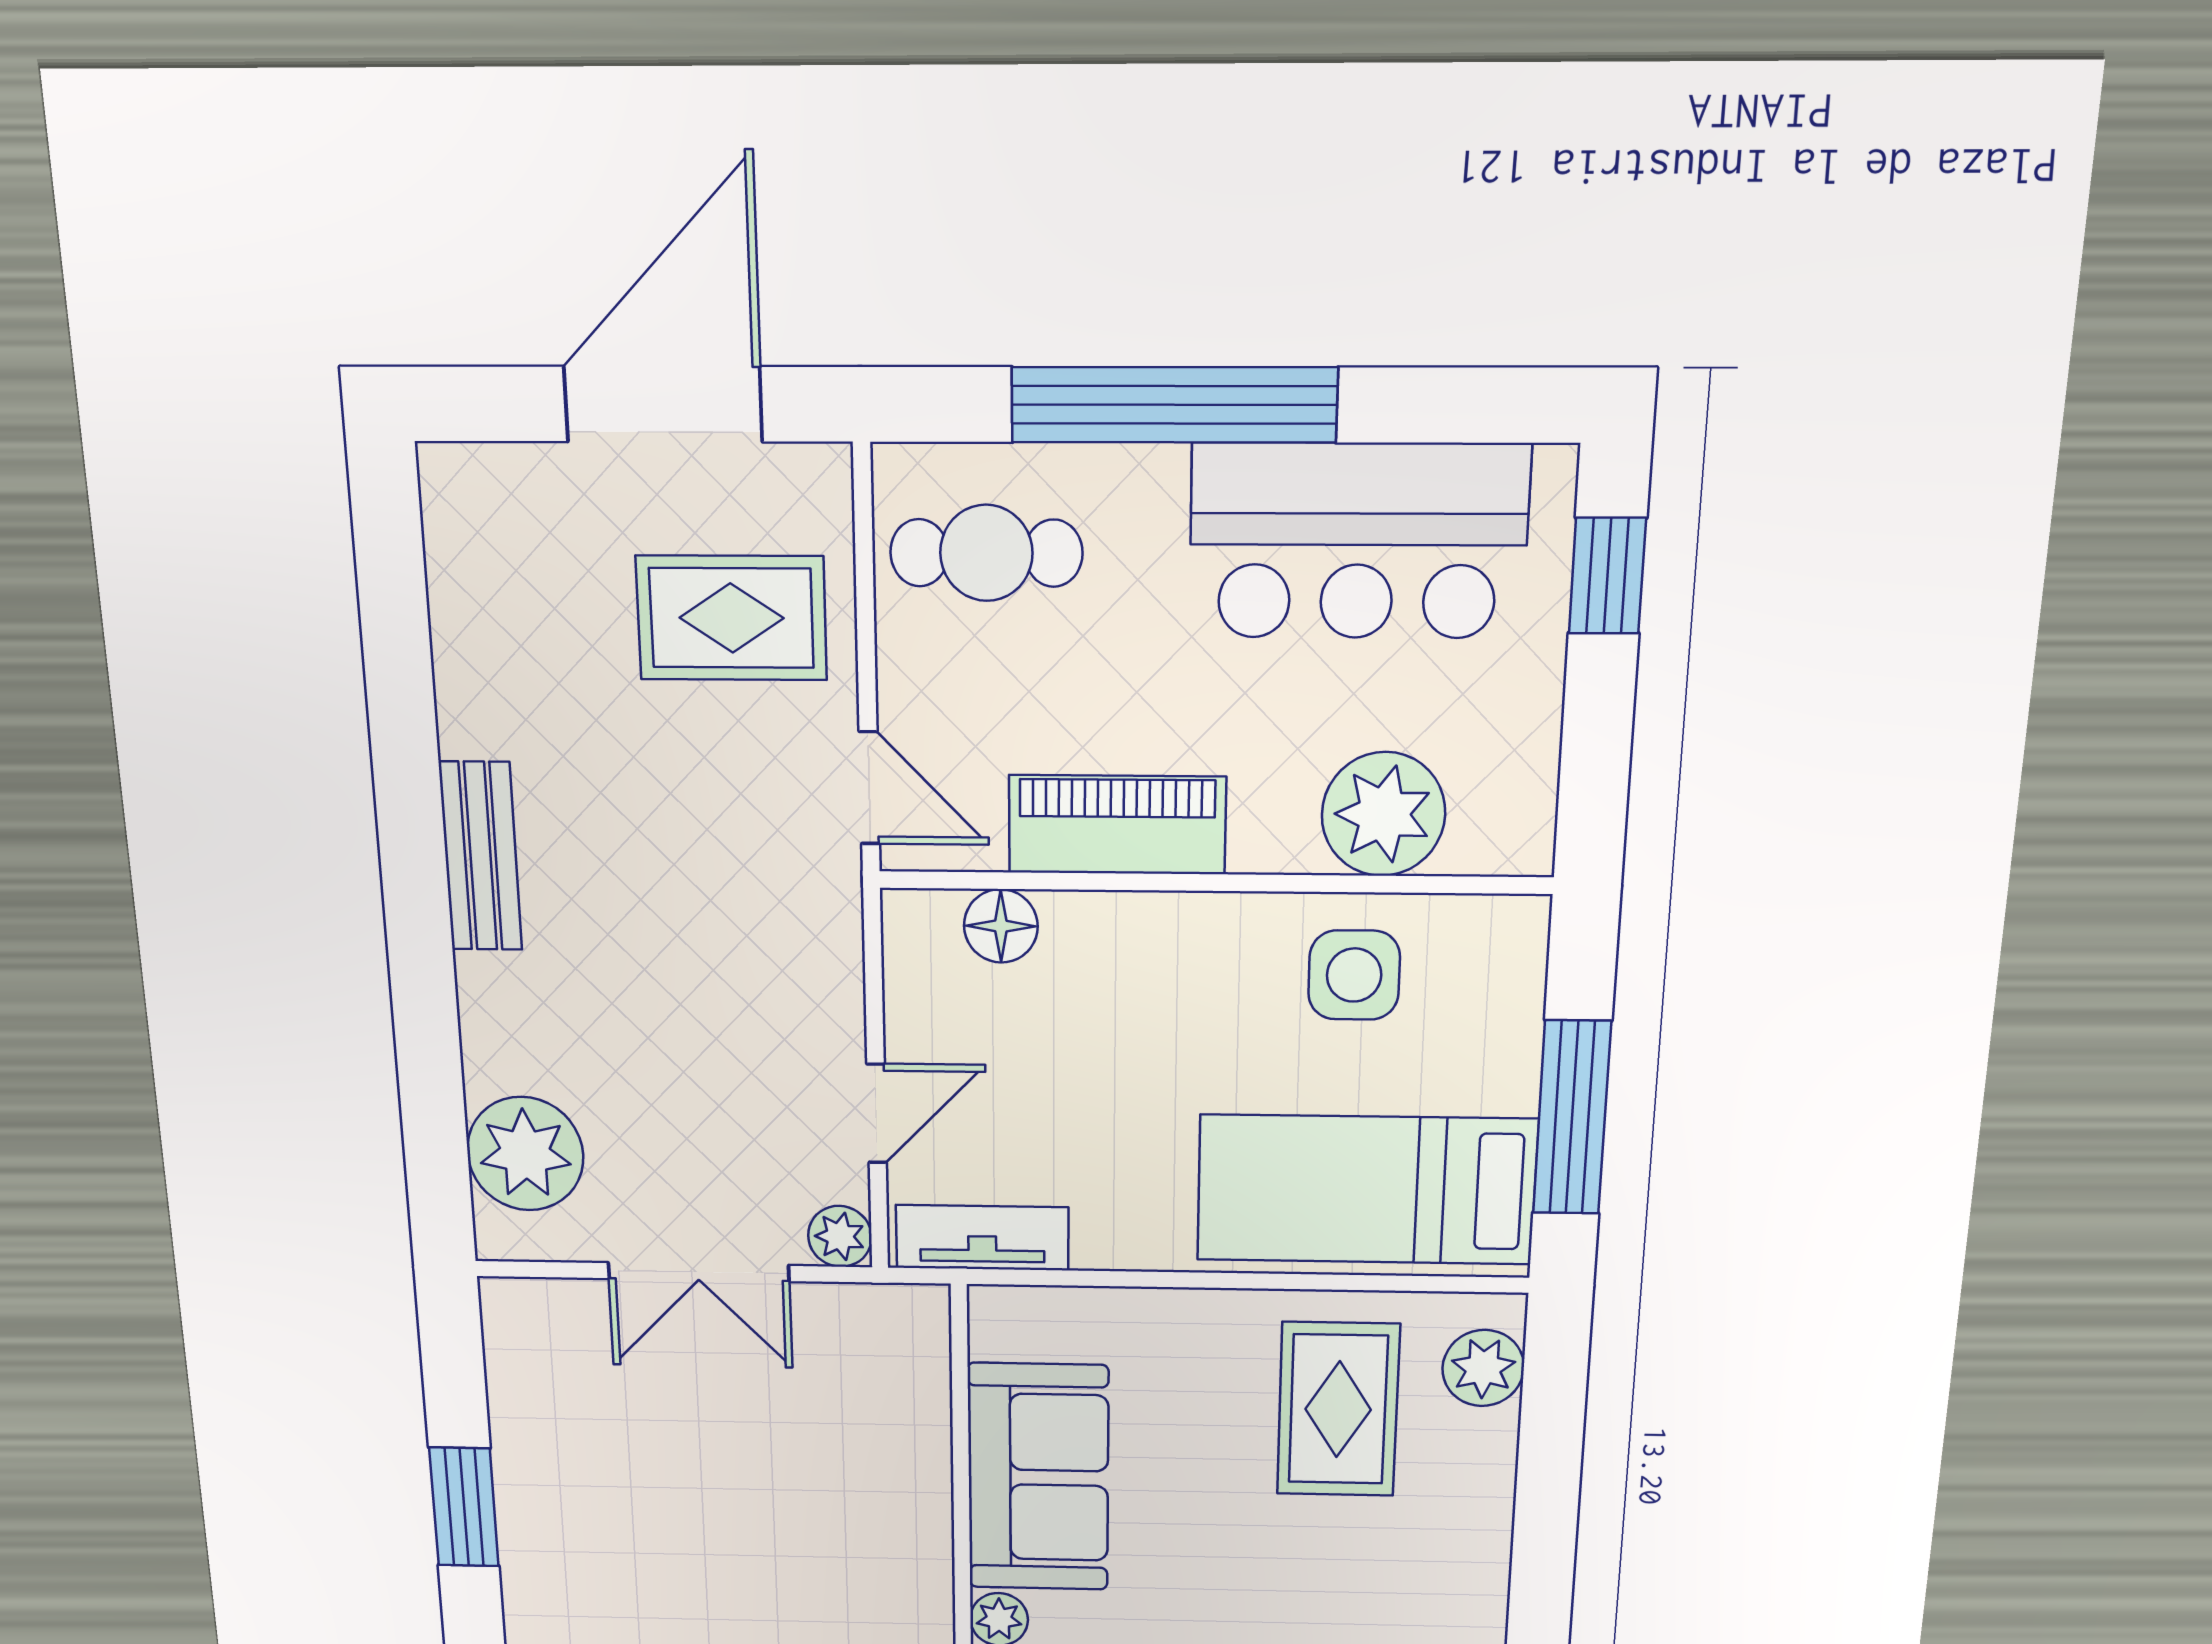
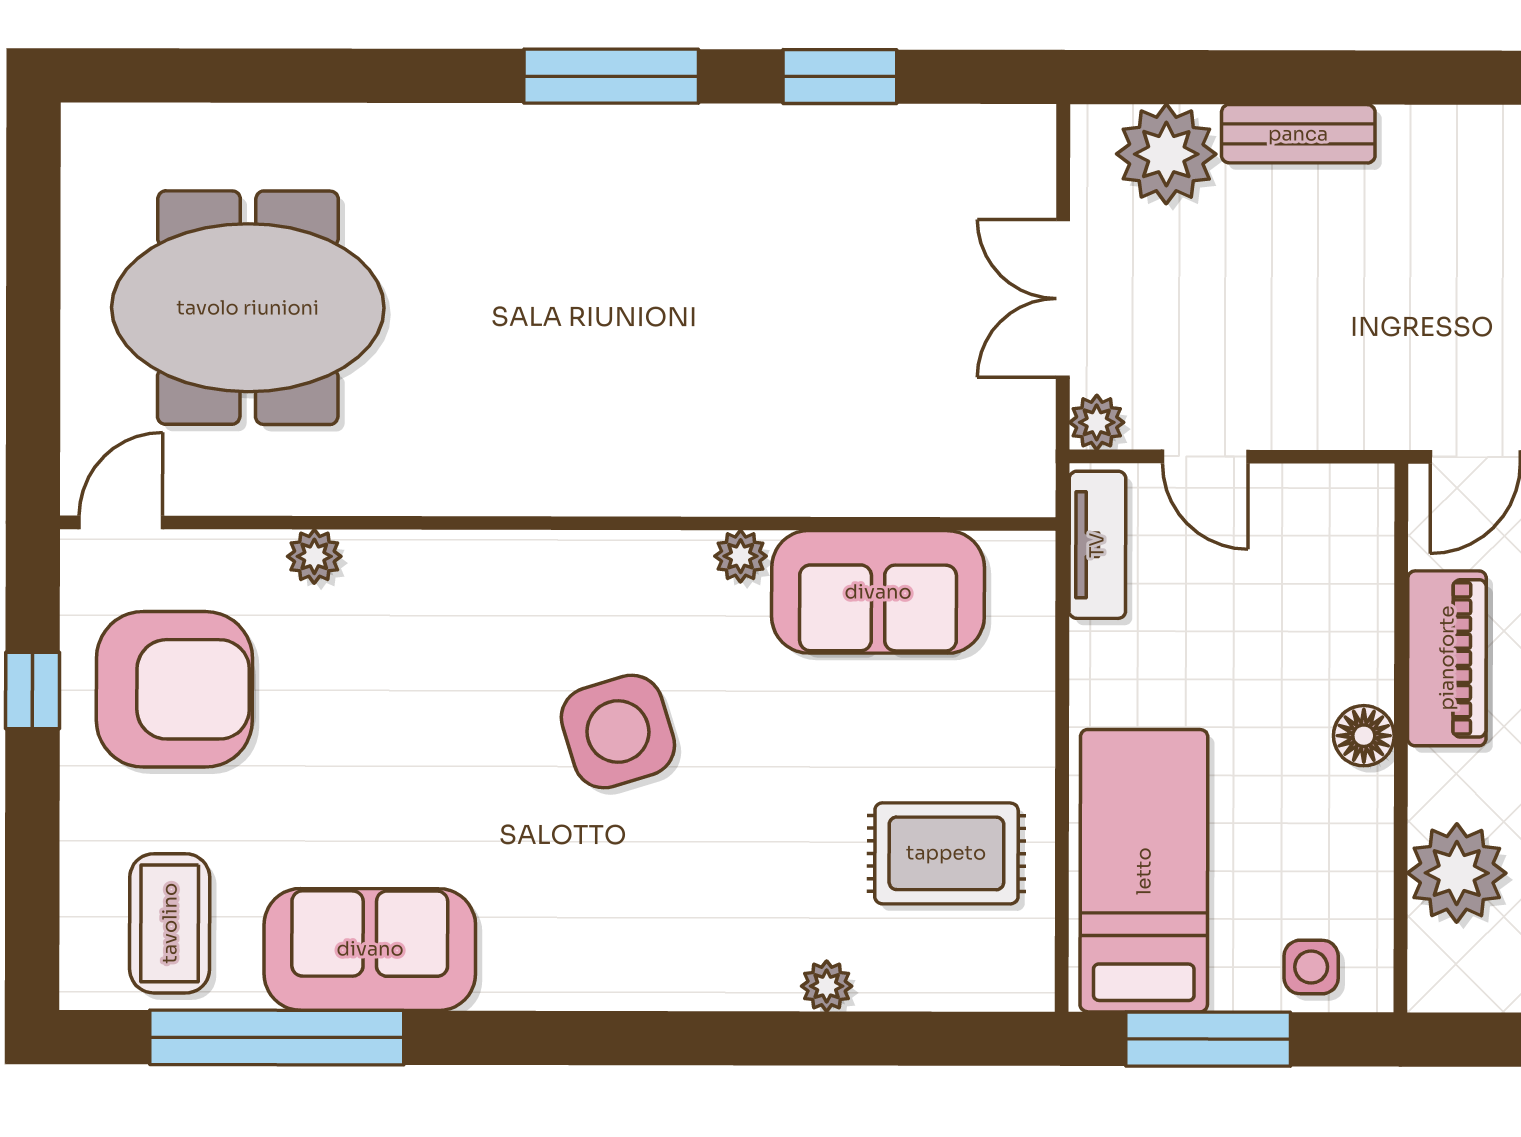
bench: (481, 856) -> (1298, 134), moved
floor lamp: (1001, 926) -> (1364, 736), moved
side table: (1354, 975) -> (1311, 967), moved, width x0.73, depth x0.73
plant: (1483, 1368) -> (827, 986), moved, width x0.73, depth x0.73

